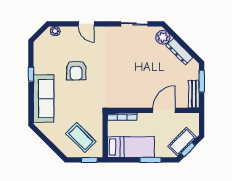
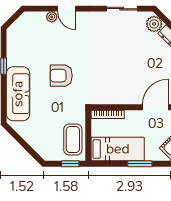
plant: (55, 31) -> (52, 17), moved
armchair: (76, 70) -> (61, 76), moved, turned 90
coffee table: (81, 137) -> (73, 140), moved, turned 45

